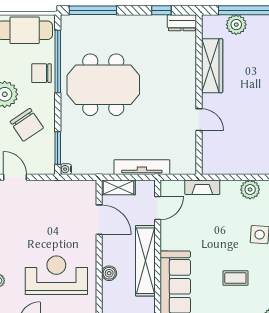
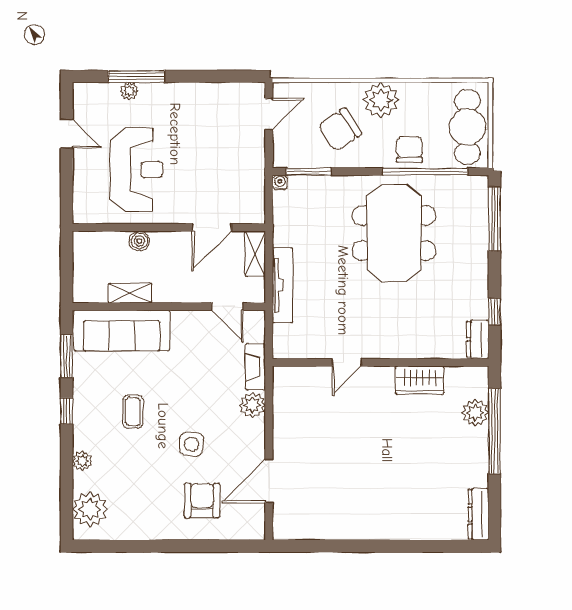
wardrobe: (212, 66) -> (420, 380), width x0.67
plant: (250, 190) -> (252, 405), moved
shelving: (145, 261) -> (130, 293), width x0.45, depth x0.75

